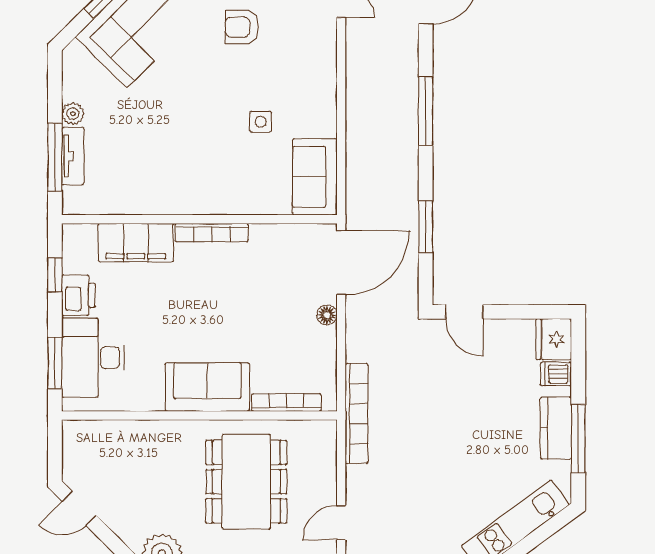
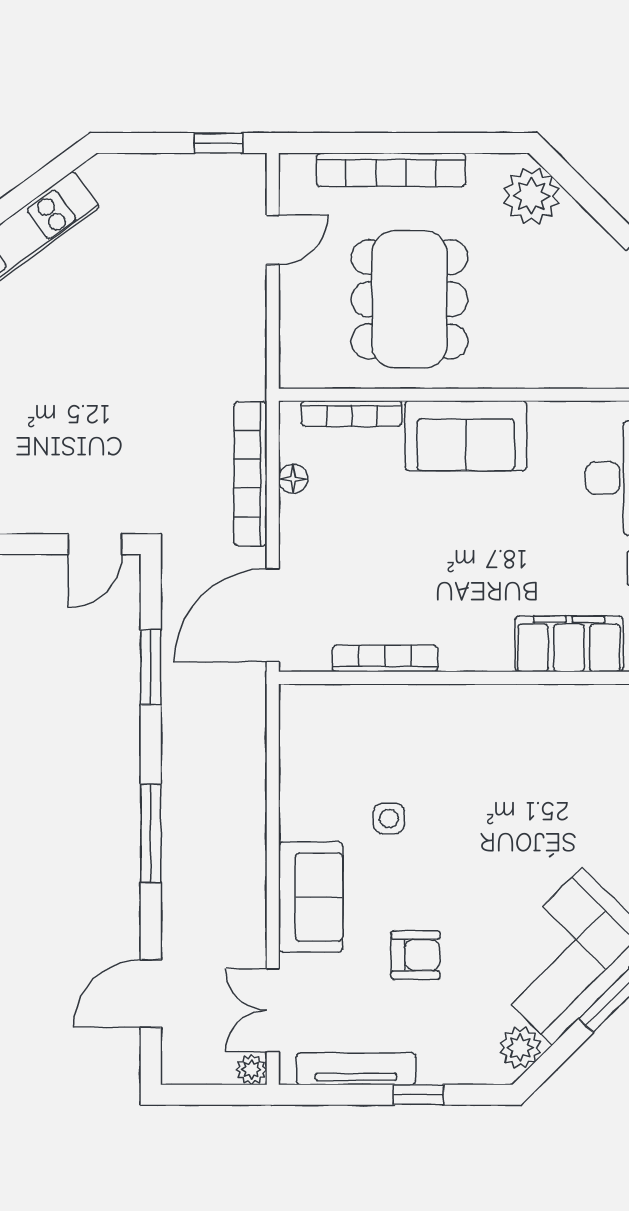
sofa: (315, 177) -> (311, 897), moved
bookcase: (212, 233) -> (385, 659), moved
door: (464, 312) -> (95, 544), swing flipped
floor lamp: (327, 315) -> (293, 479), moved
bookcase: (357, 414) -> (250, 474), moved

